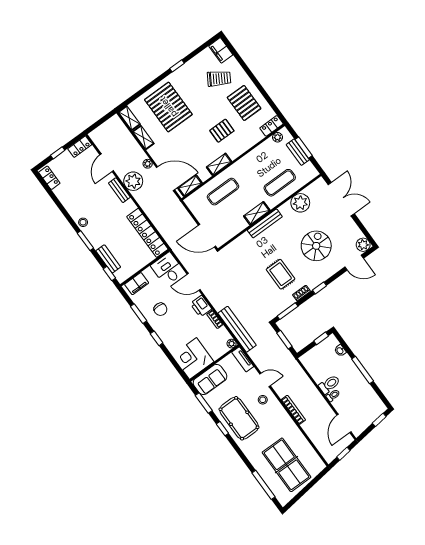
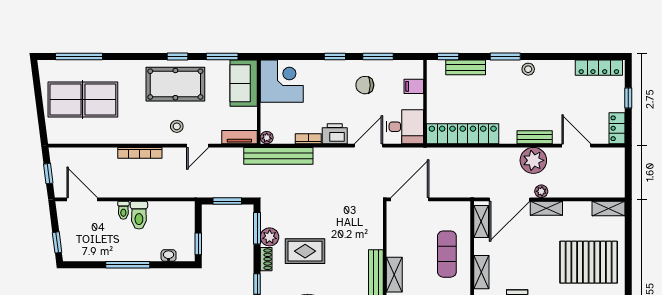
shelving: (143, 138) -> (546, 208), moved
locker: (49, 178) -> (599, 68), width x1.53
filing cabinet: (137, 284) -> (414, 86), width x0.50
plant: (287, 300) -> (270, 237), added

